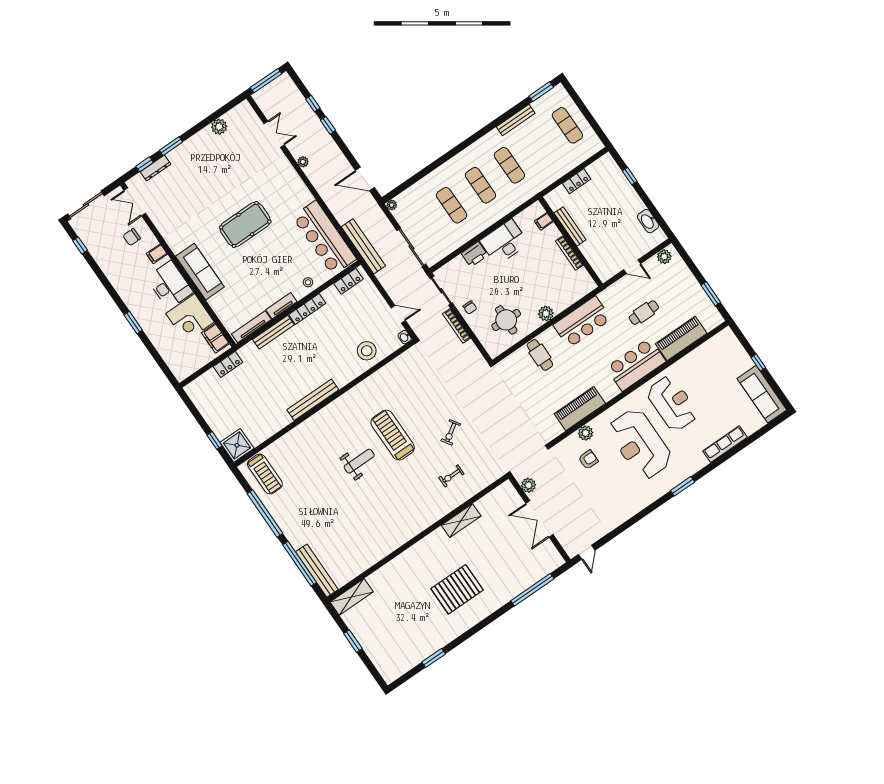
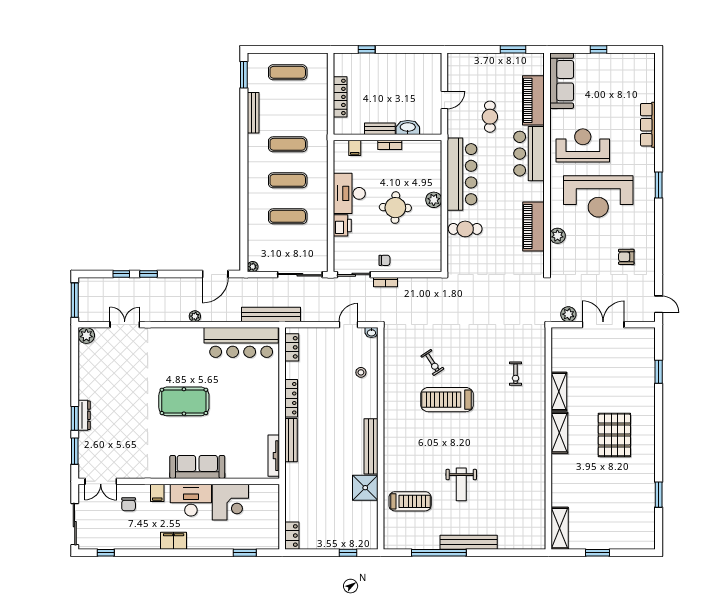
plant: (219, 127) -> (86, 335), moved
plant: (303, 162) -> (195, 316), moved
window: (145, 164) -> (75, 451), width x1.50
dresser: (155, 168) -> (84, 415), moved
locker: (577, 181) -> (340, 97), width x1.53
washbasin: (648, 221) -> (408, 127), moved, turned 180
pool table: (245, 225) -> (184, 401), turned 90
bench: (570, 226) -> (380, 129), width x0.73
bookcase: (569, 253) -> (390, 145), width x0.64
plant: (664, 257) -> (455, 67), removed
stool: (308, 282) -> (269, 382), removed
tv unit: (281, 306) -> (273, 418), removed
round table: (506, 320) -> (395, 208), moved
bar counter: (582, 322) -> (462, 174), width x1.36
window: (133, 323) -> (245, 553), moved
bookcase: (457, 326) -> (385, 282), width x0.64
filing cabinet: (215, 338) -> (174, 541), moved, turned 180
stool: (367, 351) -> (361, 372), width x0.53, depth x0.53
locker: (228, 364) -> (292, 536), moved
sofa: (762, 394) -> (562, 81), moved, turned -90
exercise bike: (451, 432) -> (432, 362), moved
shower: (237, 445) -> (365, 488), moved
armchair: (588, 460) -> (626, 257), moved, turned -90
weight bench: (359, 461) -> (461, 484), moved, turned 180
treadmill: (265, 474) -> (410, 501), moved
double door: (539, 519) -> (603, 325), swing flipped
shelving: (428, 544) -> (559, 433), added
window: (300, 564) -> (501, 553), removed
bench: (317, 571) -> (469, 542), moved
window: (532, 590) -> (659, 372), width x0.47

